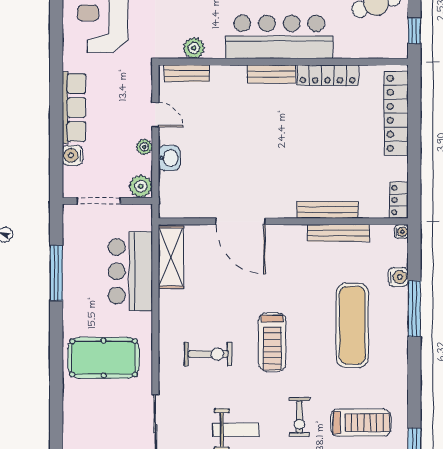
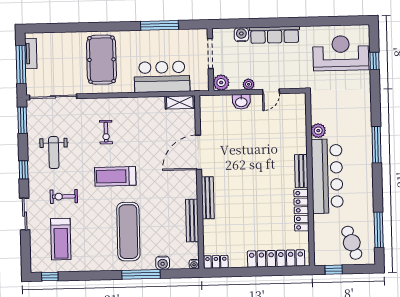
plant: (194, 48) -> (318, 131), moved
bench: (187, 73) -> (300, 112), removed
bench: (327, 210) -> (208, 198), moved
shelving: (171, 257) -> (180, 102), width x0.67, depth x0.75
exercise mat: (352, 325) -> (128, 232), turned 90
exercise bike: (208, 354) -> (106, 132), width x0.73, depth x0.72

